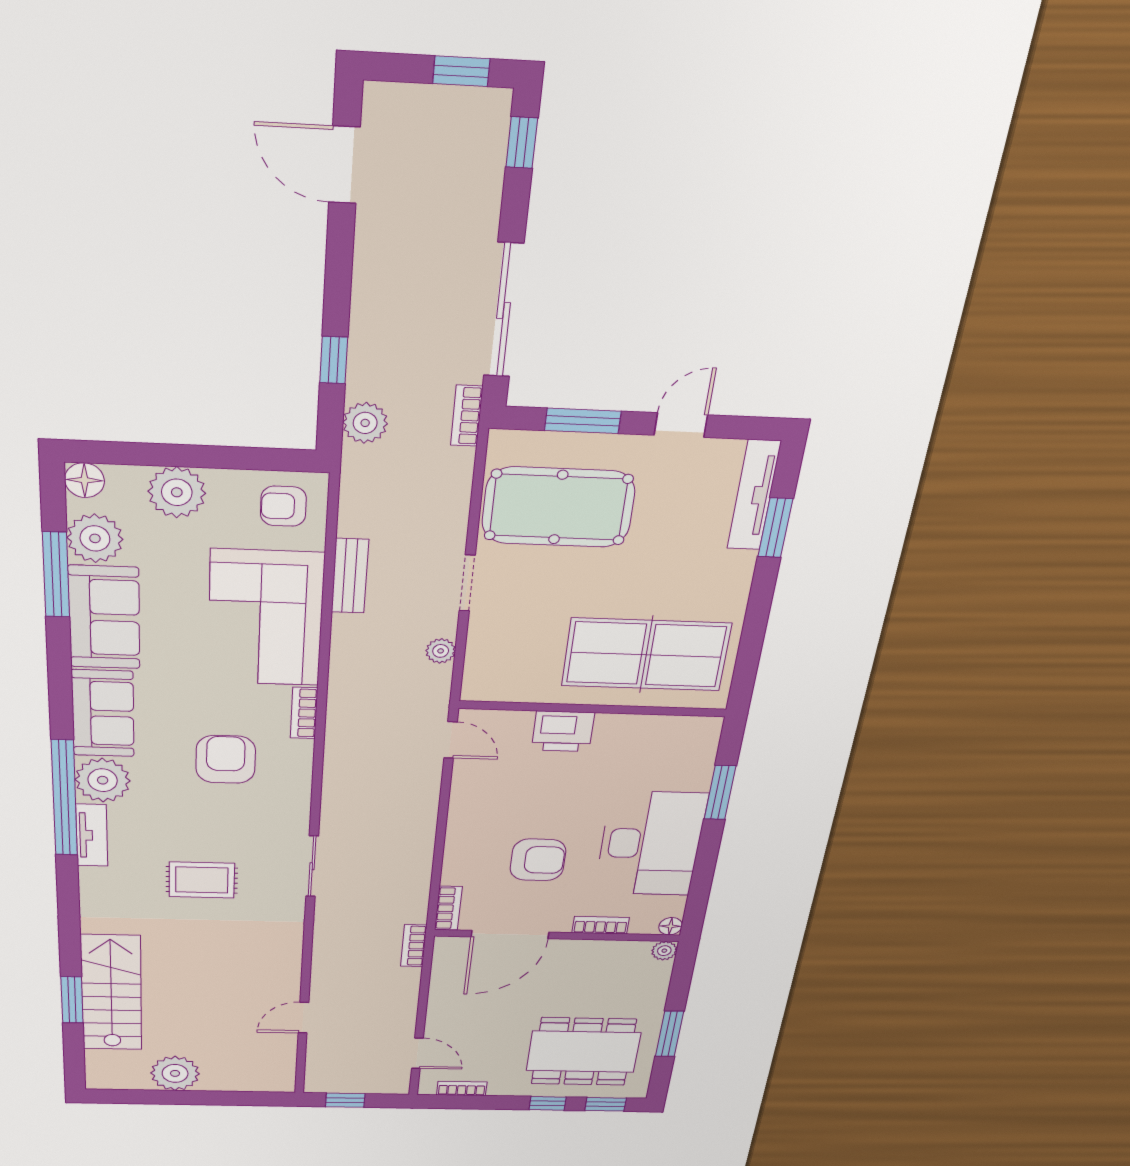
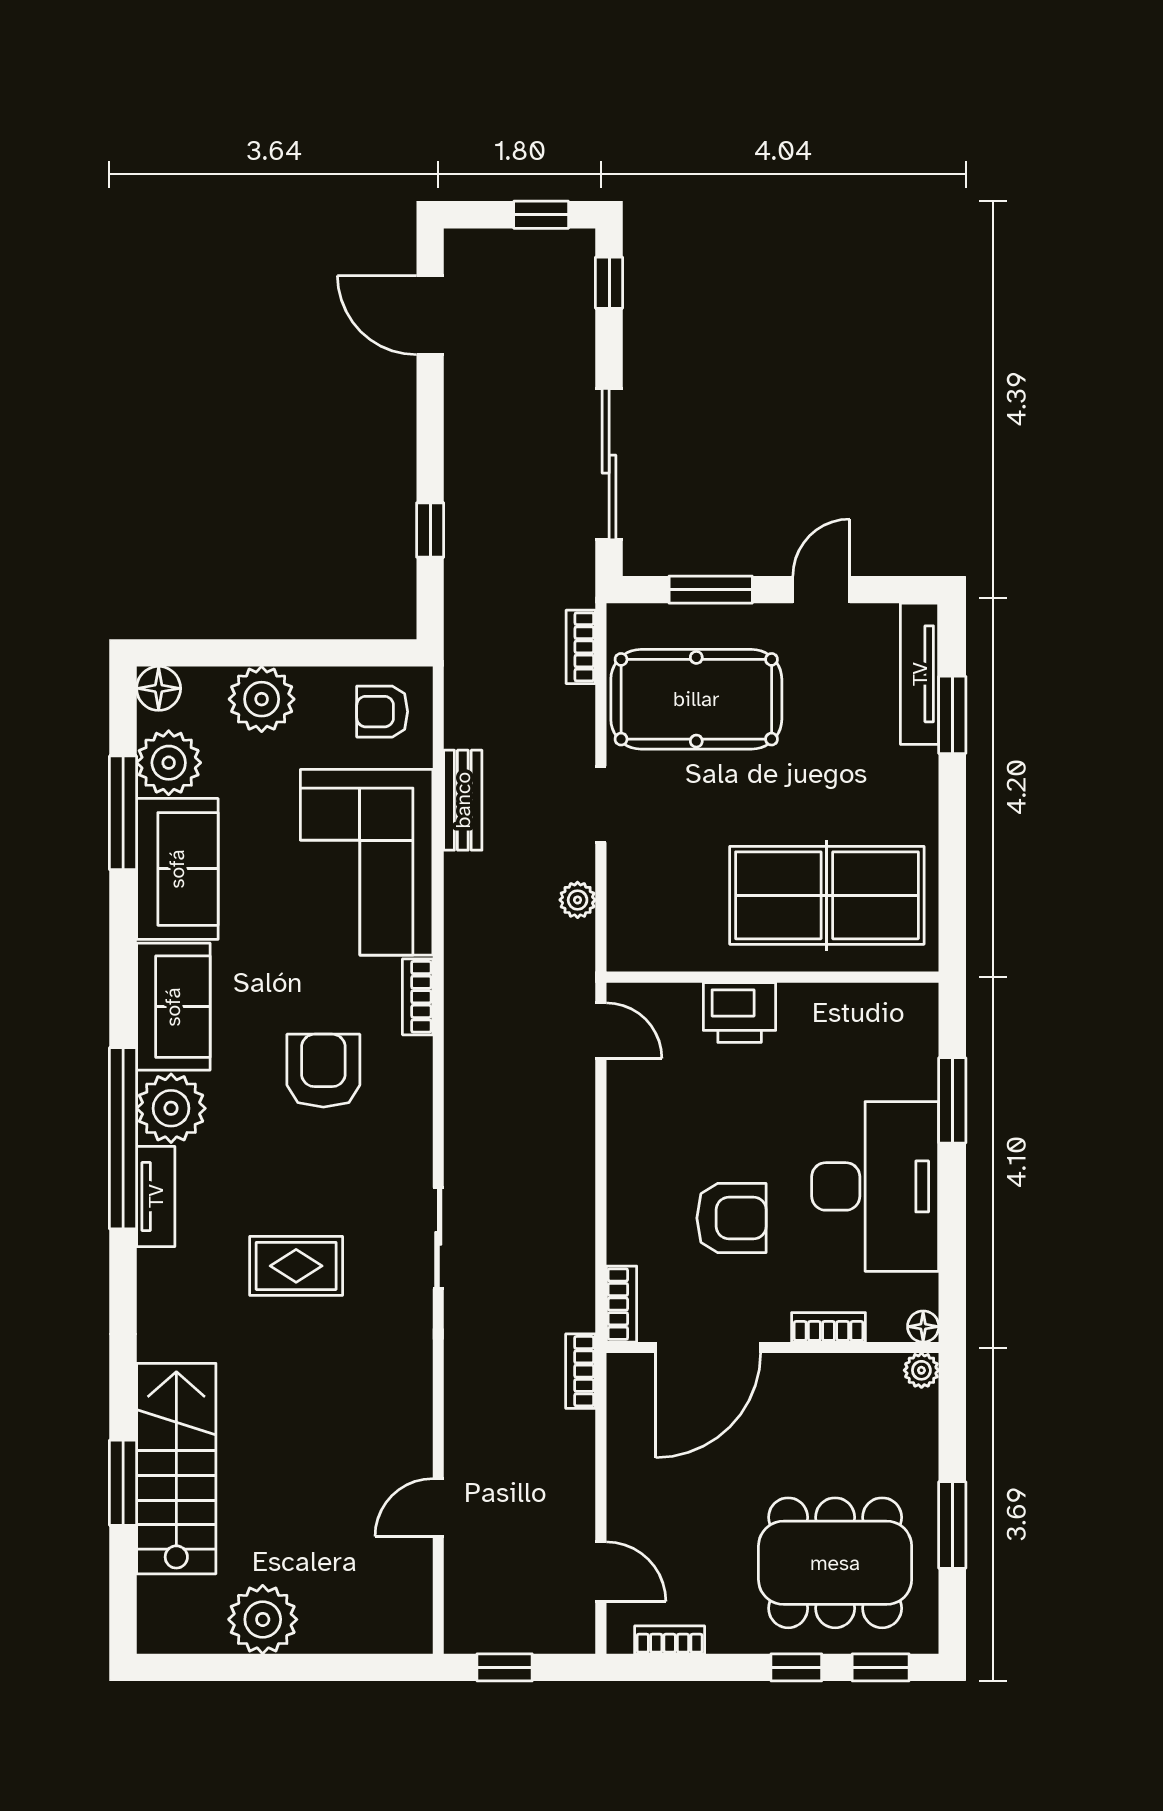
bookcase: (467, 416) -> (581, 647), moved
plant: (365, 423) -> (469, 603), removed

